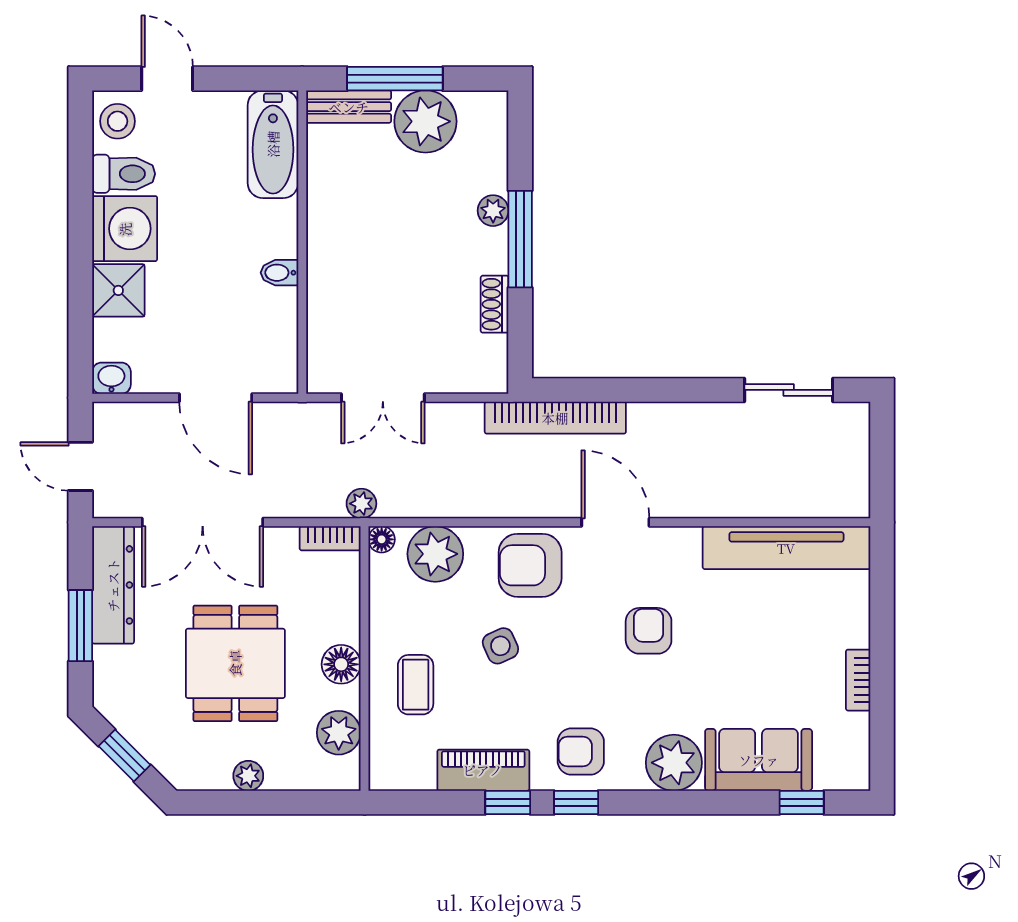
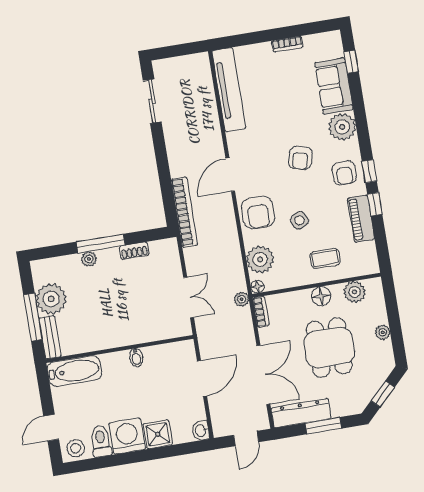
armchair: (649, 631) -> (300, 158), moved, turned -77
dining table: (235, 663) -> (329, 348), turned 90

